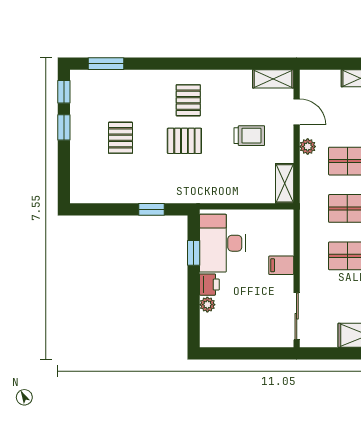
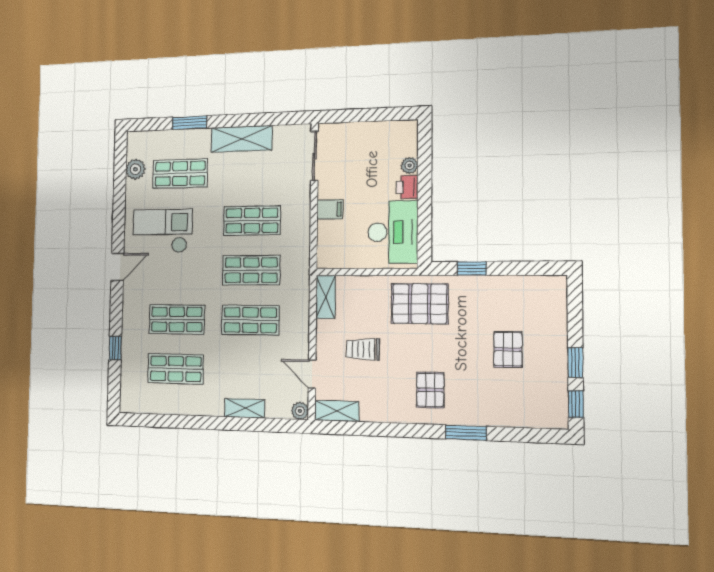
window: (106, 64) -> (466, 433), moved
pallet: (184, 141) -> (420, 304), moved, width x1.50, depth x1.42
plant: (308, 147) -> (300, 411), moved
window: (194, 253) -> (424, 221), removed

